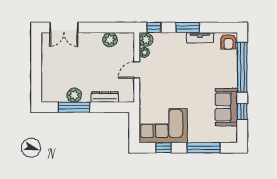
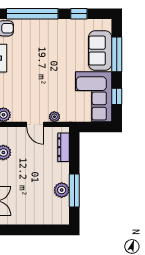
plant: (144, 52) -> (54, 117), moved
dresser: (105, 97) -> (64, 147), moved
sofa: (226, 107) -> (100, 51), moved, turned 90

